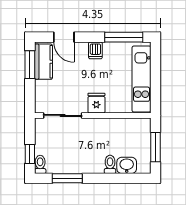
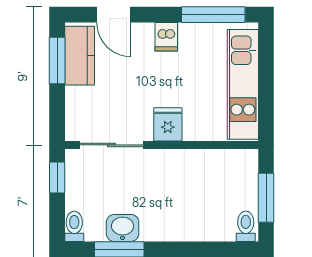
window: (30, 154) -> (57, 178), moved
toilet: (110, 164) -> (246, 226), moved
washbasin: (127, 165) -> (123, 228), moved

